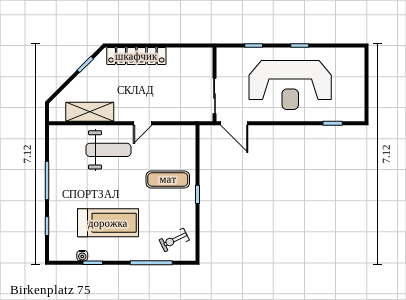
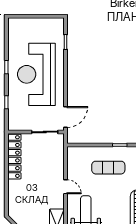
locker: (136, 56) -> (14, 157), moved
reception desk: (290, 85) -> (36, 74), turned 180
exercise mat: (168, 179) -> (108, 168), turned 90

